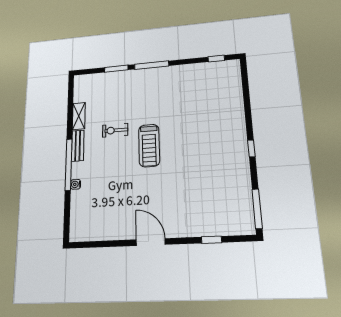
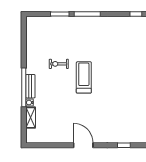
shelving: (79, 116) -> (31, 118), moved
bench: (78, 146) -> (30, 86), moved
treadmill: (149, 146) -> (84, 77), turned 180

